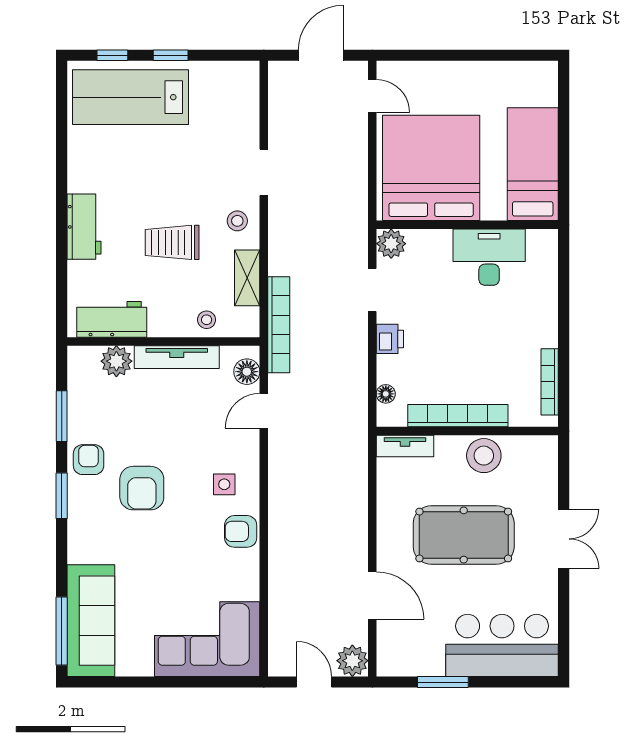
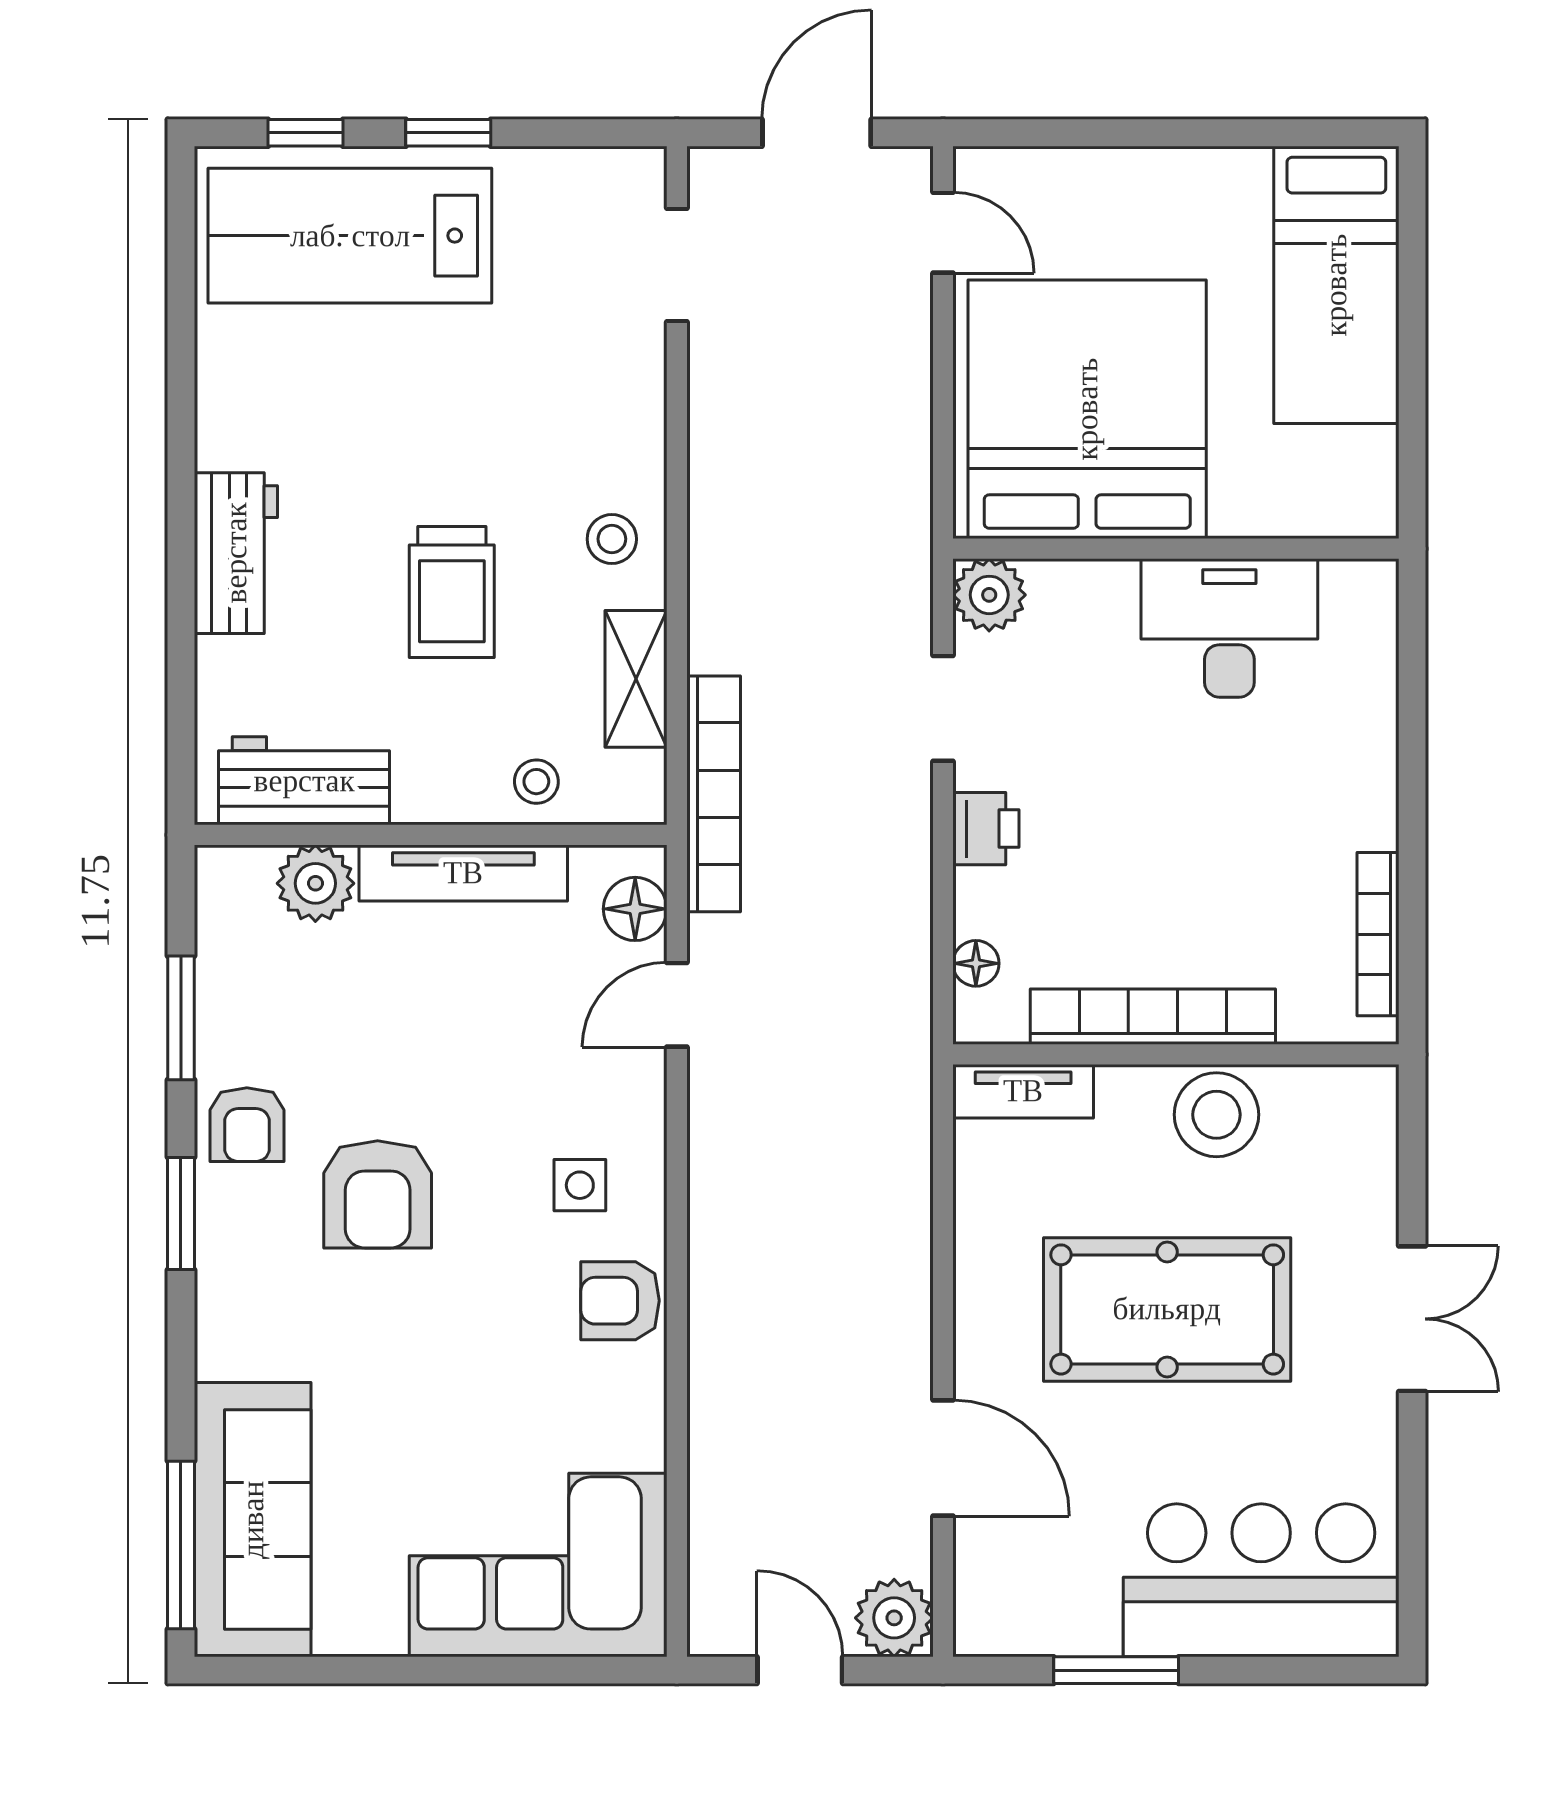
bed: (533, 164) -> (1336, 285), moved, turned 180
doorway: (264, 172) -> (677, 265), moved
trolley: (172, 242) -> (452, 592), turned -90
armchair: (89, 460) -> (247, 1125), turned 180

